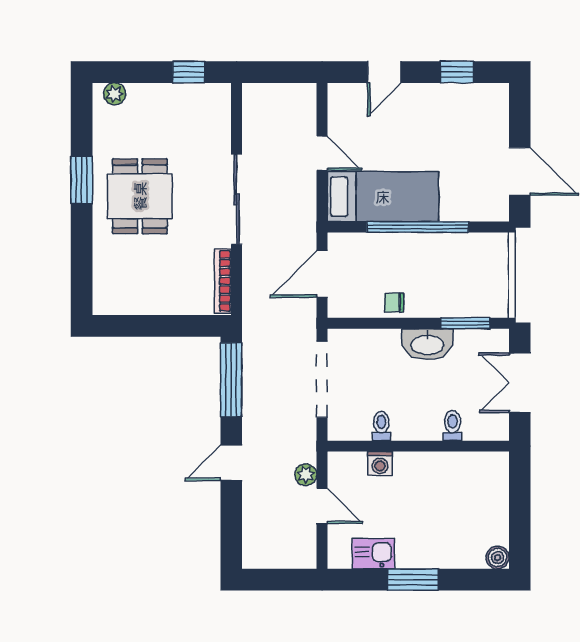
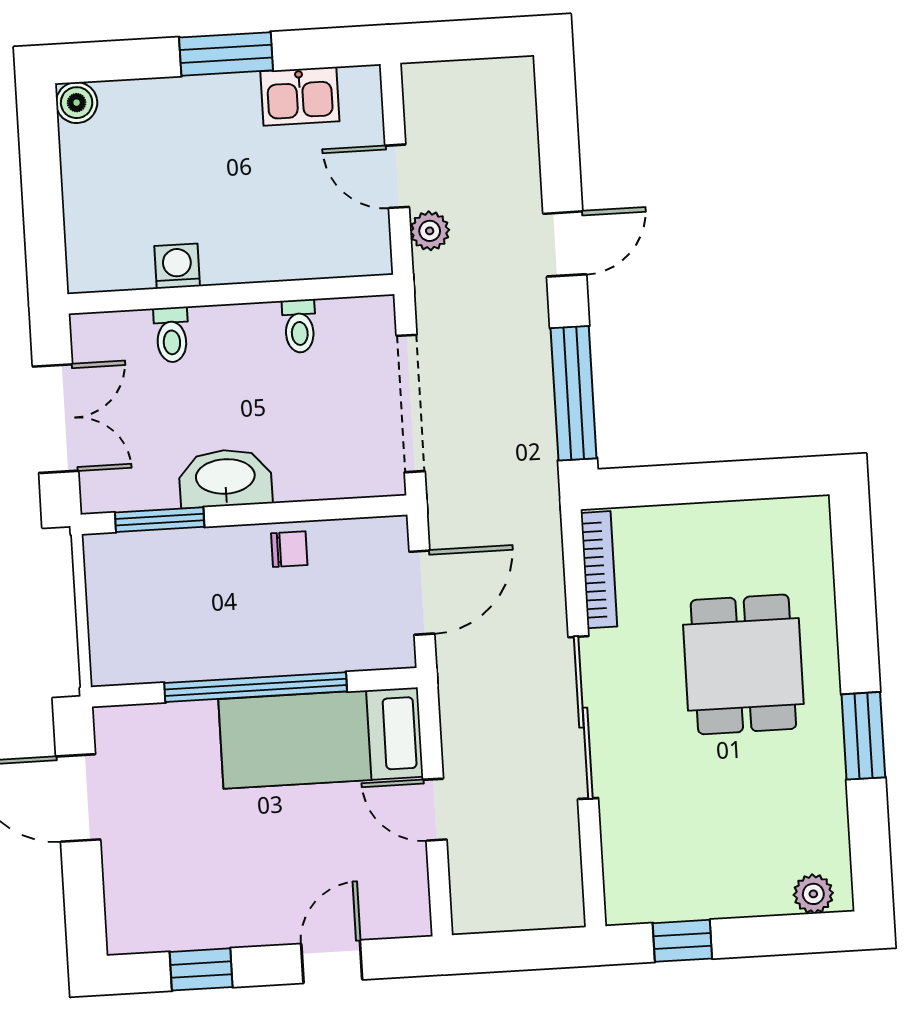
dining table: (140, 196) -> (743, 664), moved
washing machine: (380, 463) -> (177, 266), moved

